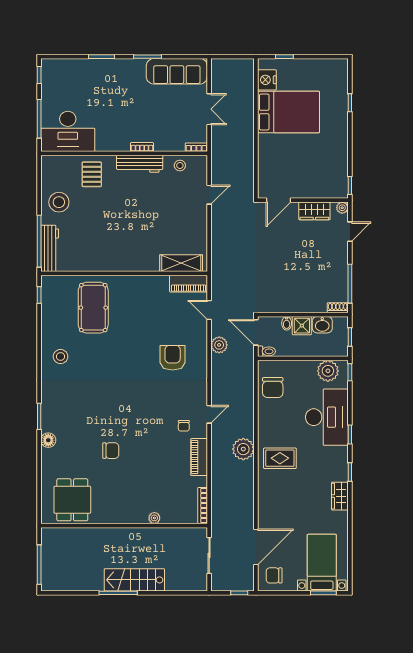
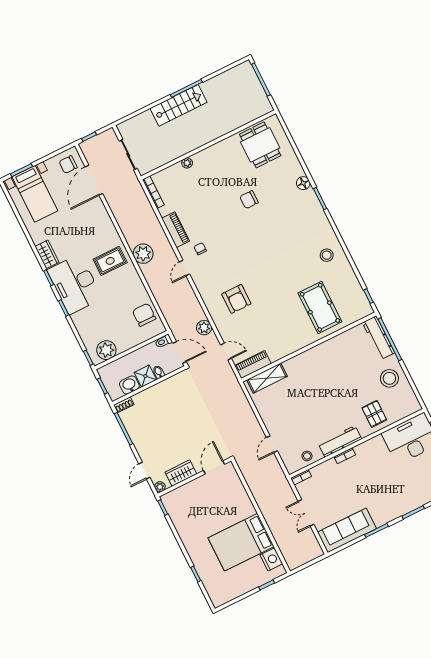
desk: (327, 417) -> (75, 284), moved
chair: (274, 575) -> (68, 165), turned 180

